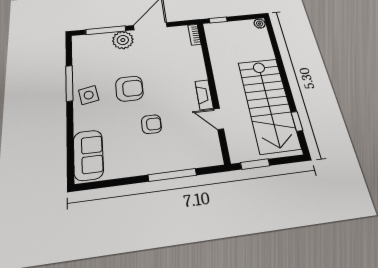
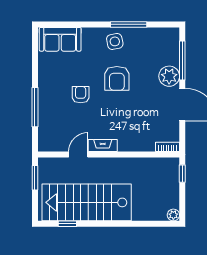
armchair: (151, 124) -> (81, 95), turned 180

